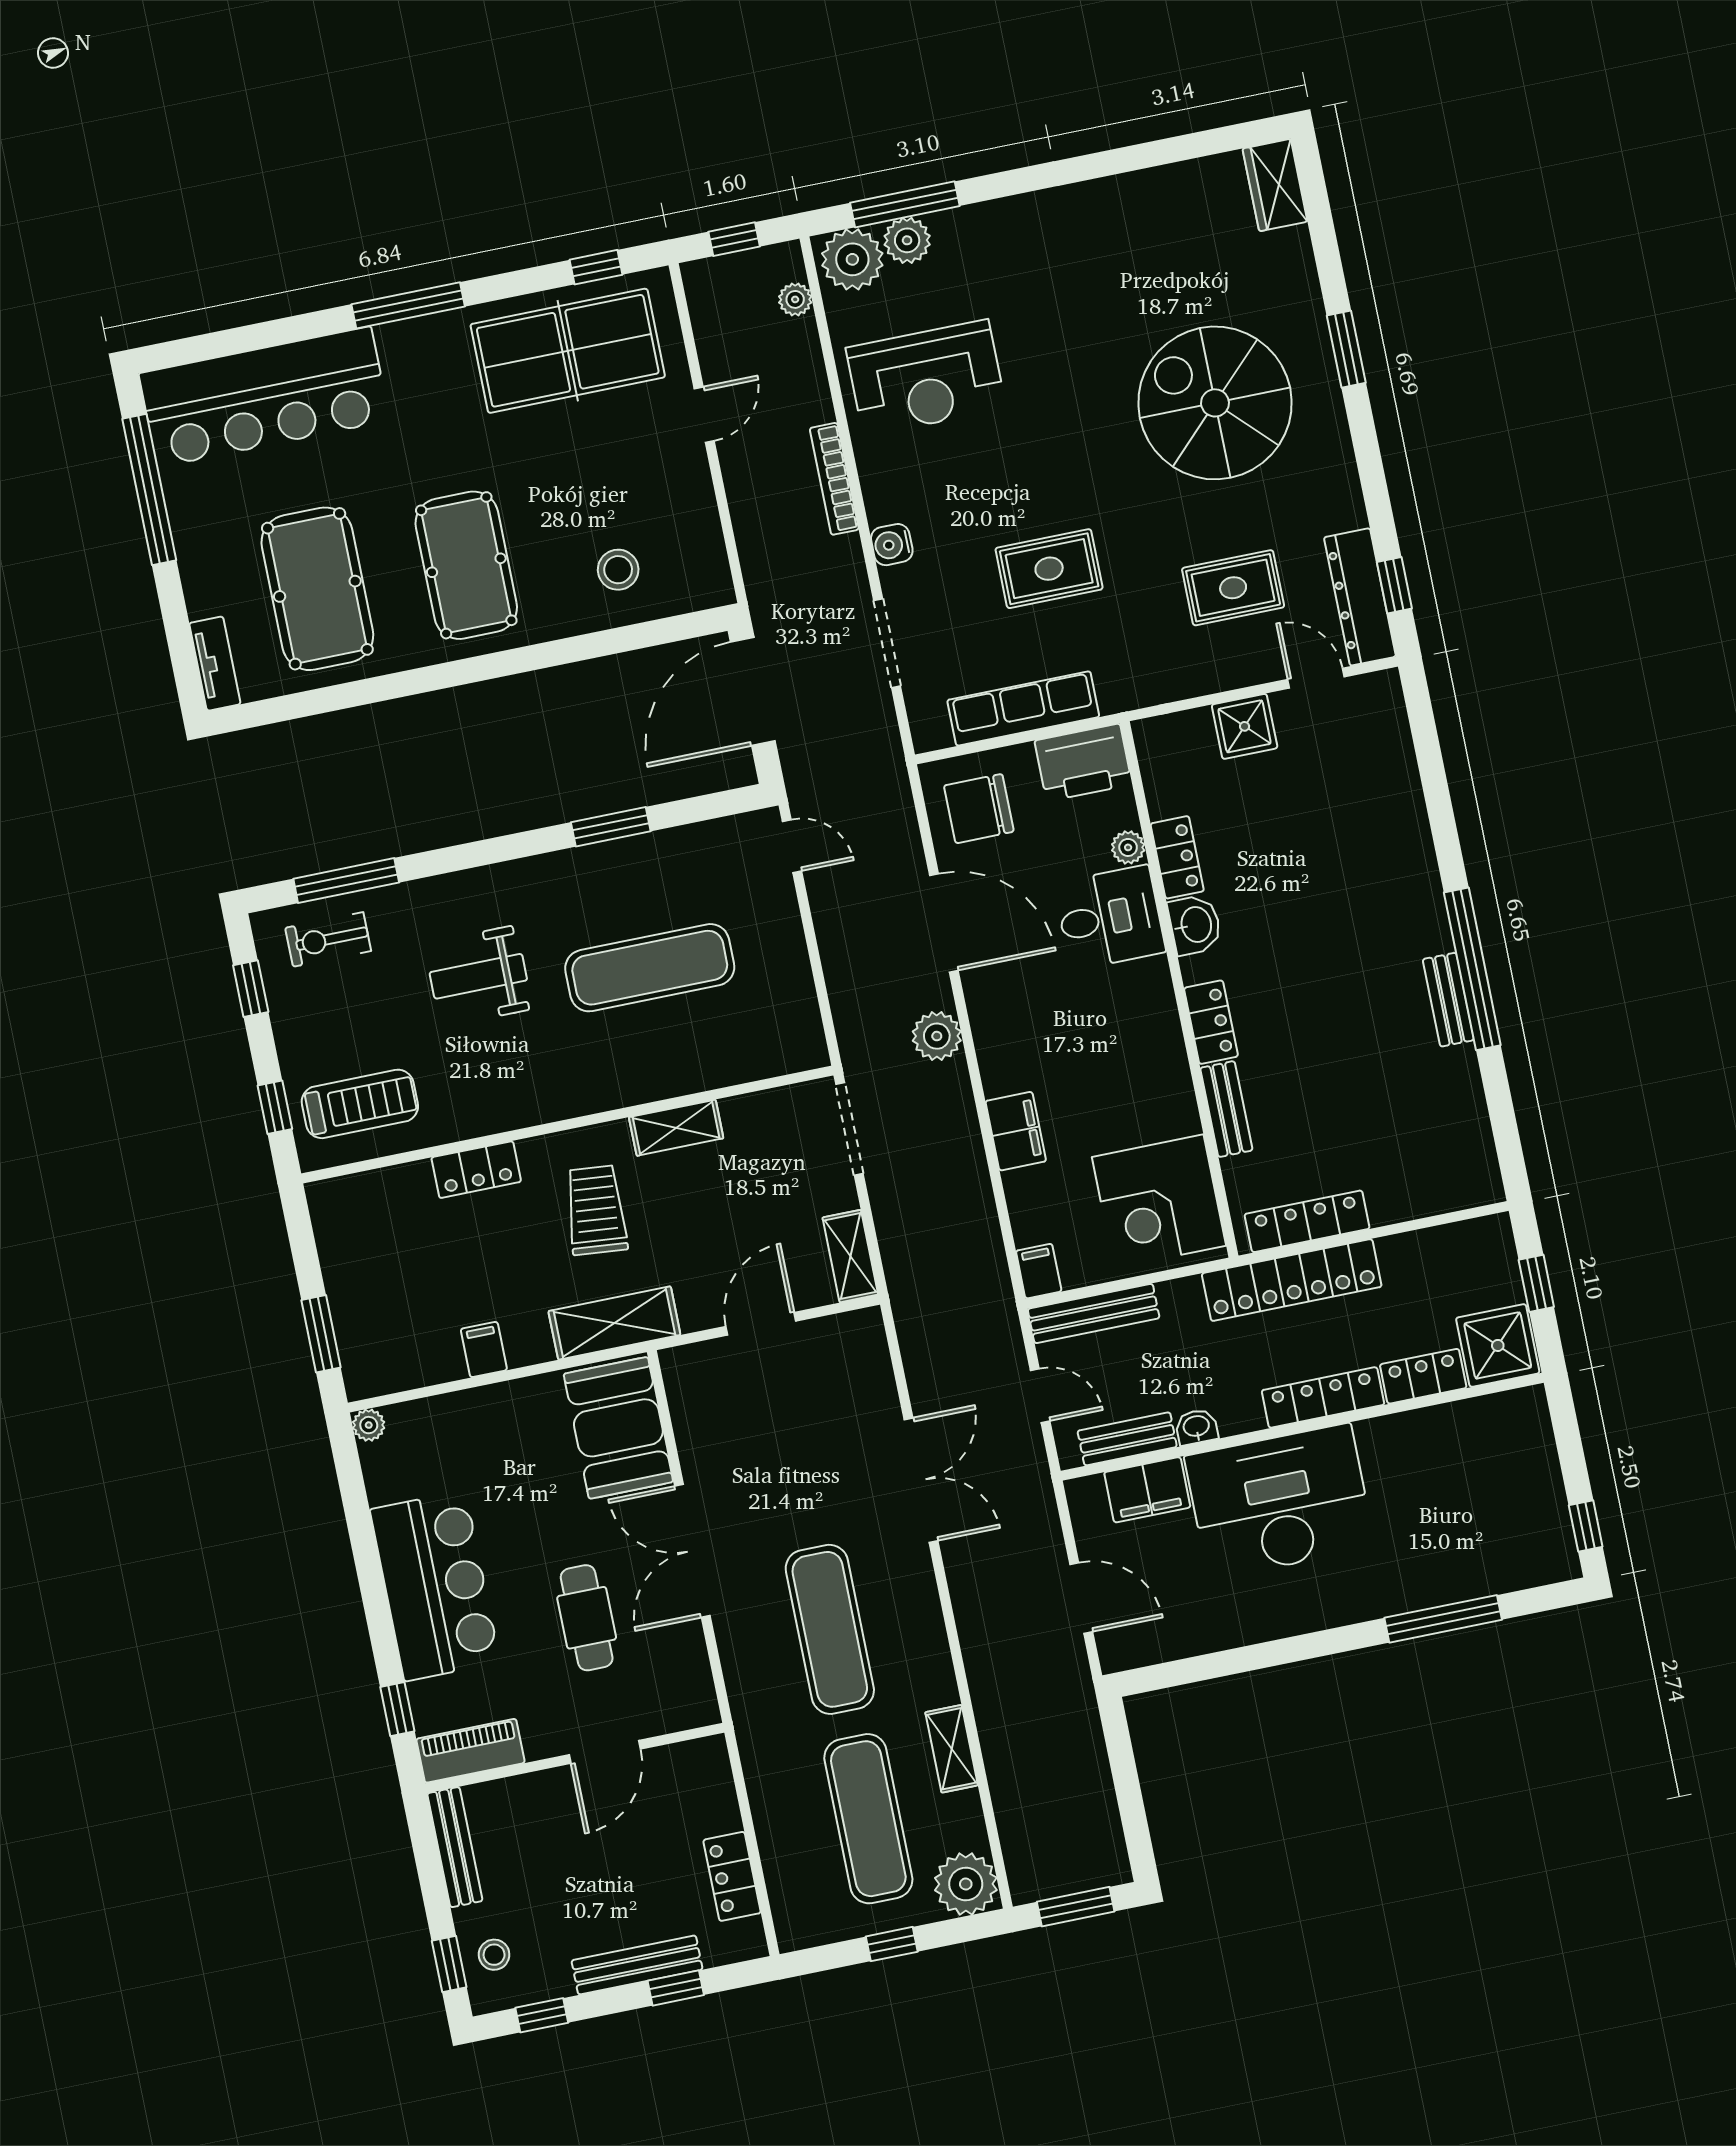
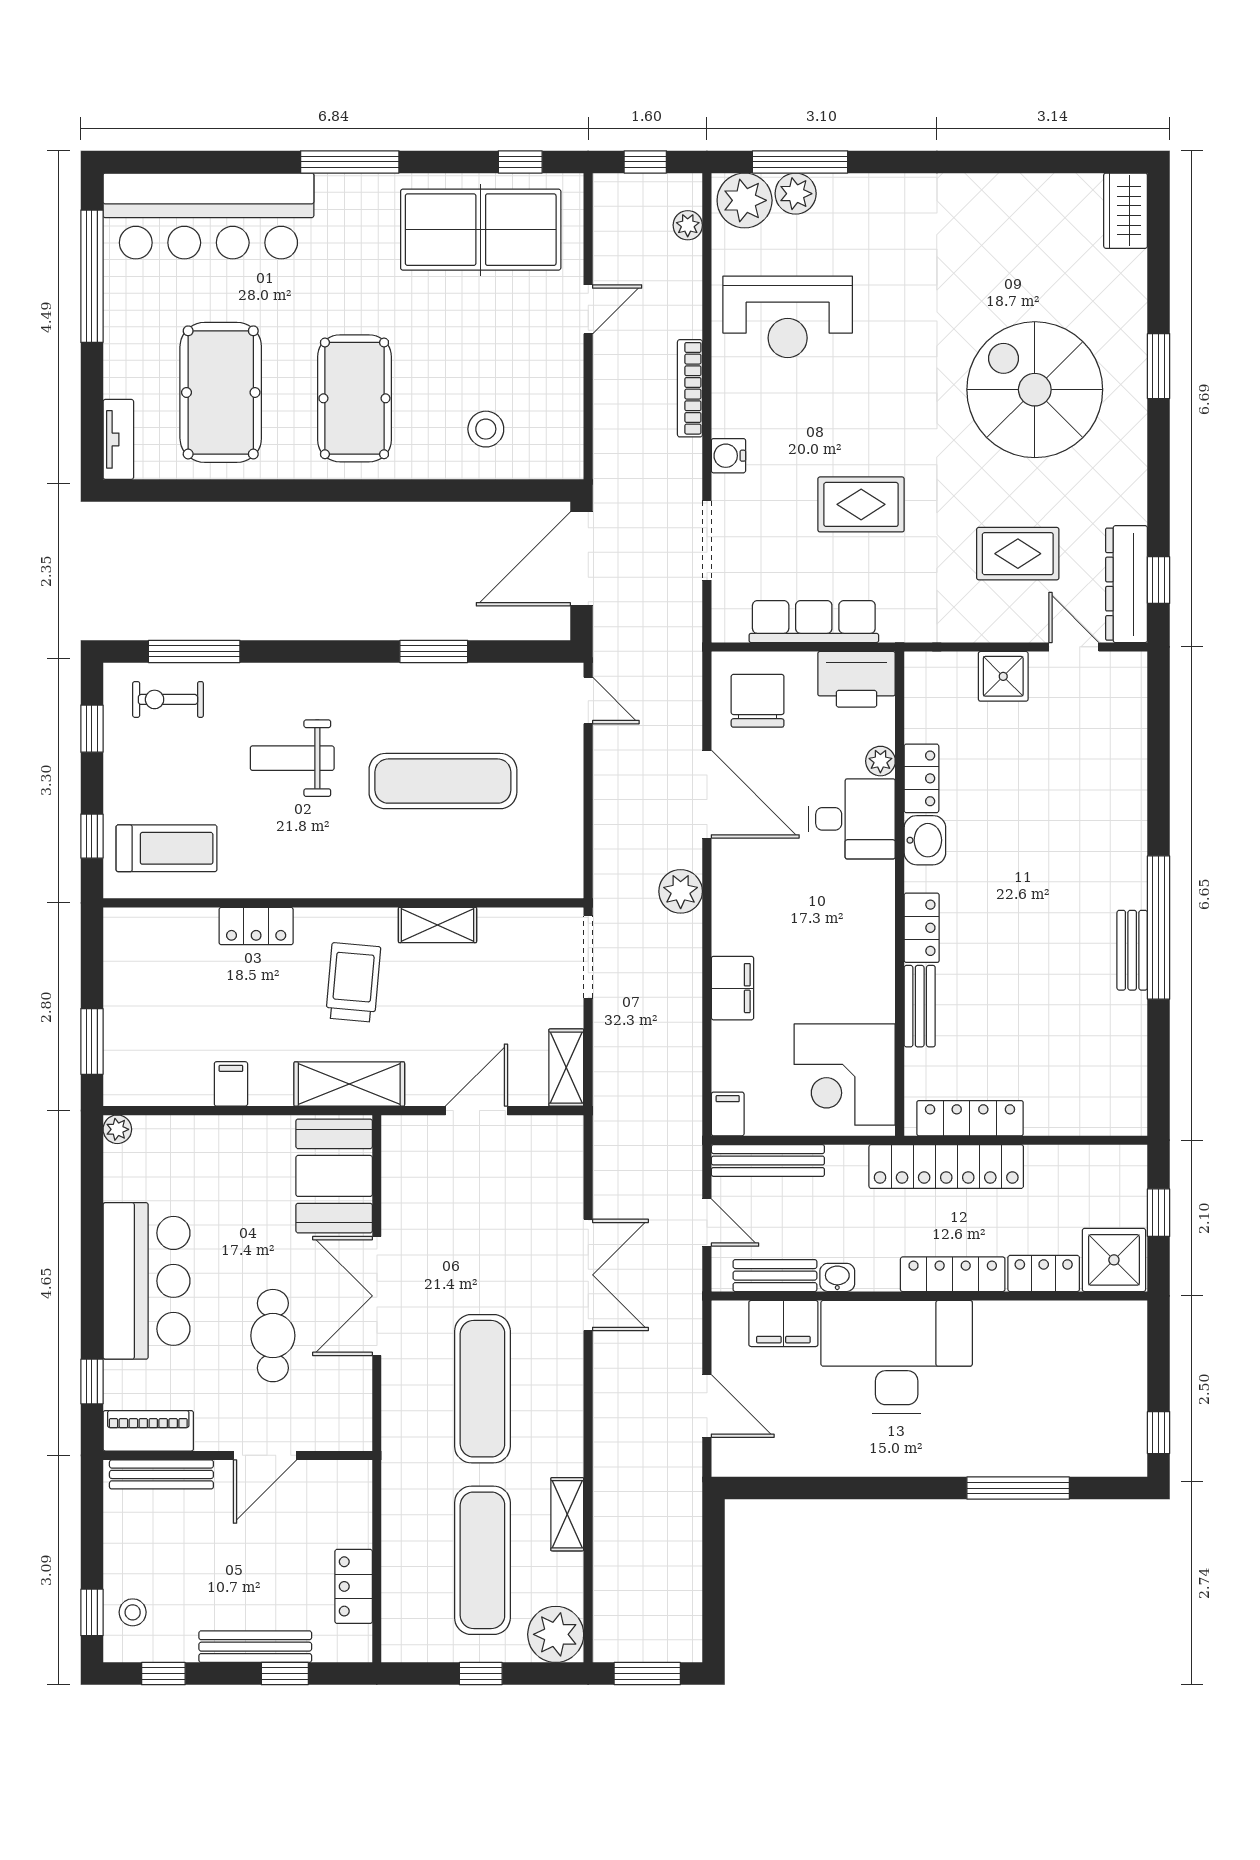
chair: (979, 809) -> (758, 701), turned 90
bench: (455, 1847) -> (161, 1474), moved, turned 90

